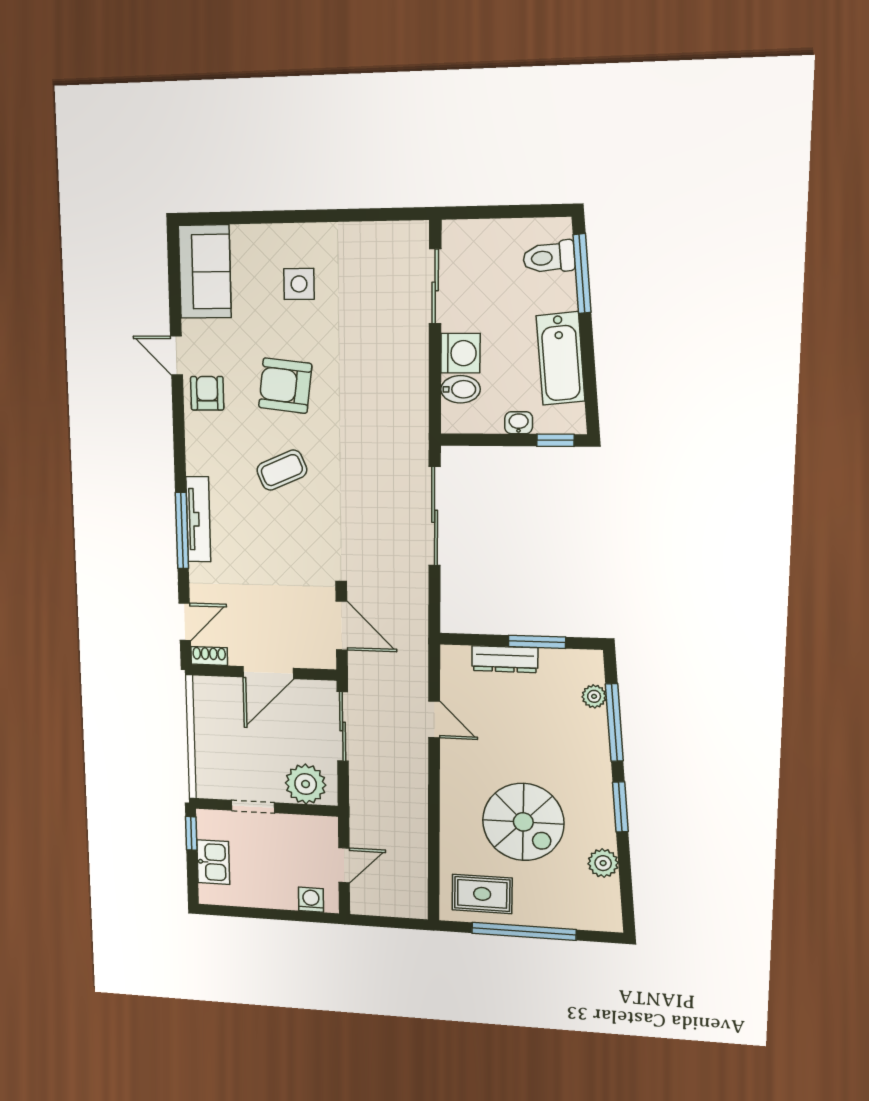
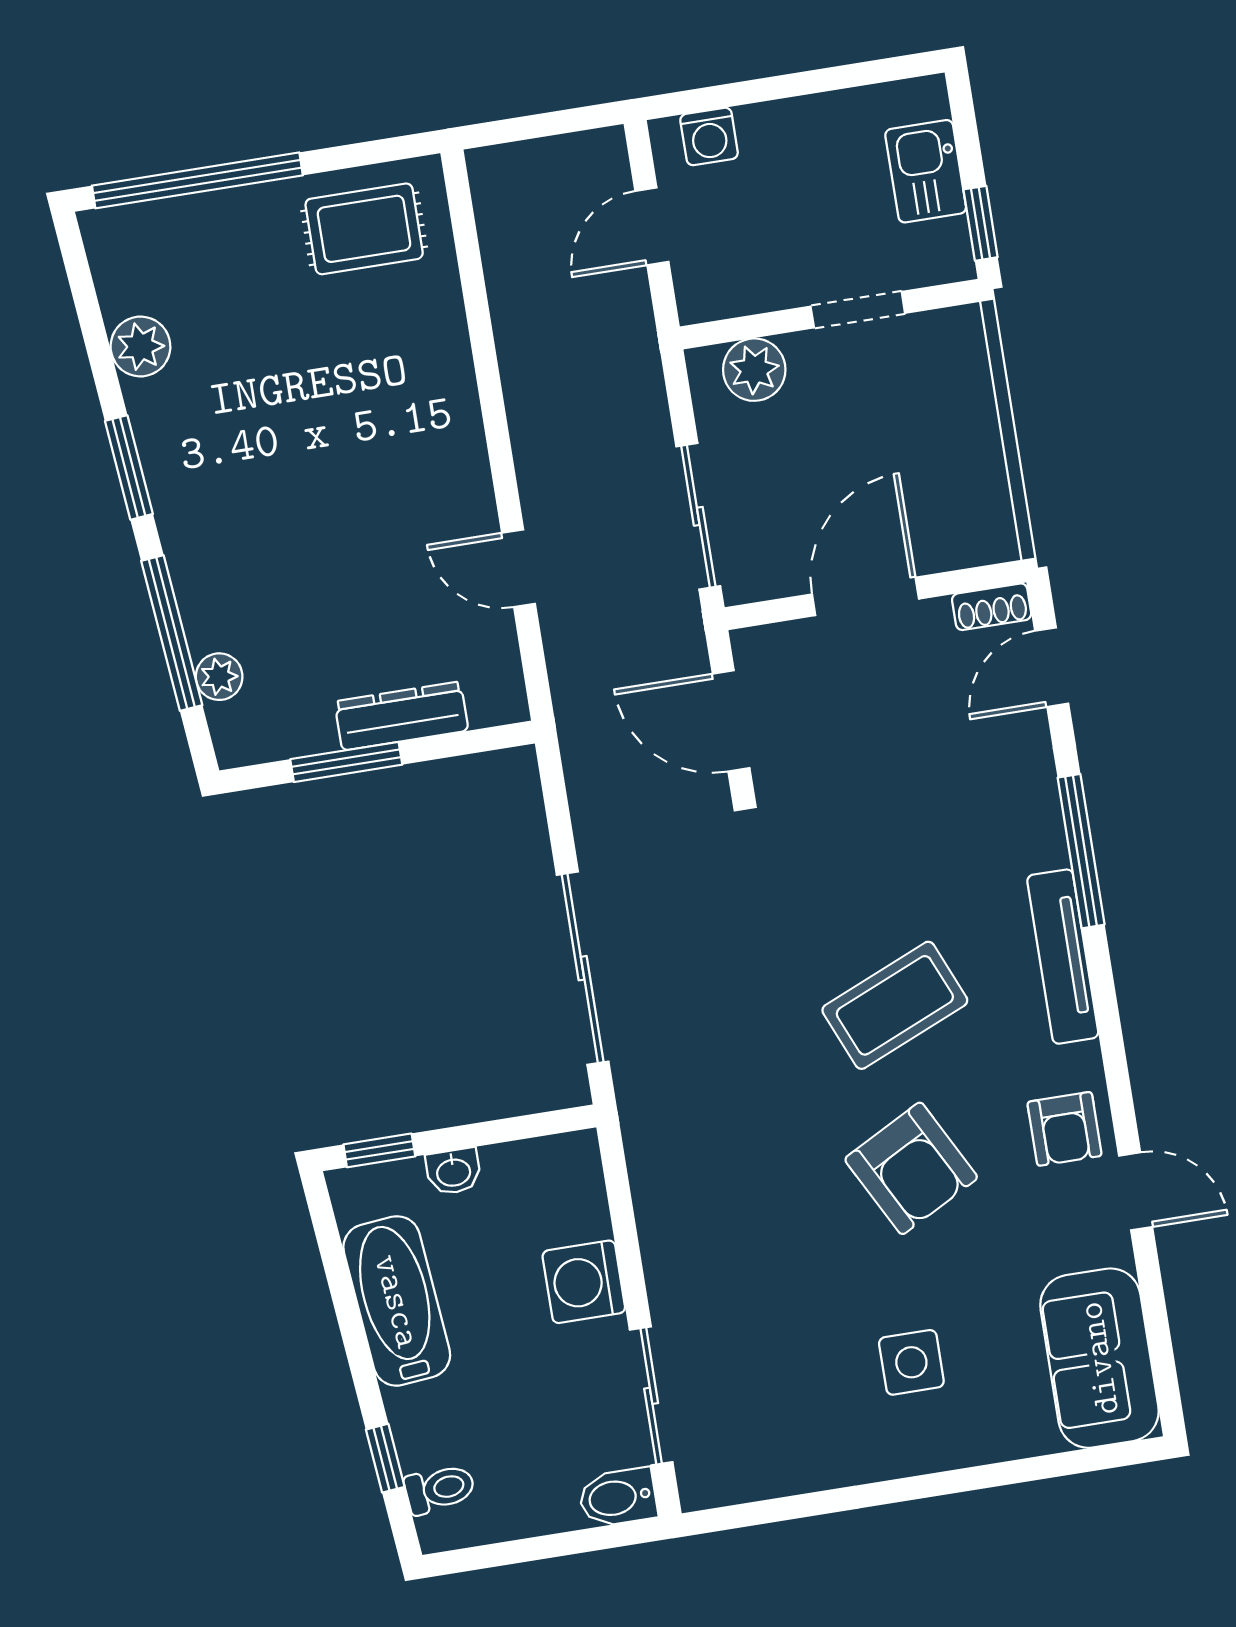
toilet: (549, 257) -> (440, 1489), width x0.73, depth x0.72
window: (582, 274) -> (385, 1458), width x0.46
armchair: (285, 386) -> (911, 1168), turned 55
bidet: (460, 389) -> (618, 1497), moved
coffee table: (282, 470) -> (895, 1005), width x1.36, depth x1.30
tv unit: (198, 519) -> (1063, 957), moved
plant: (306, 784) -> (754, 370), width x0.73, depth x0.73
spiral stairs: (523, 822) -> (309, 396), removed
window: (524, 931) -> (197, 180), moved

